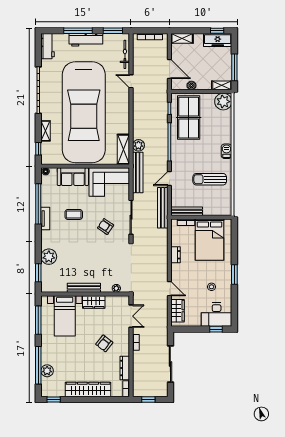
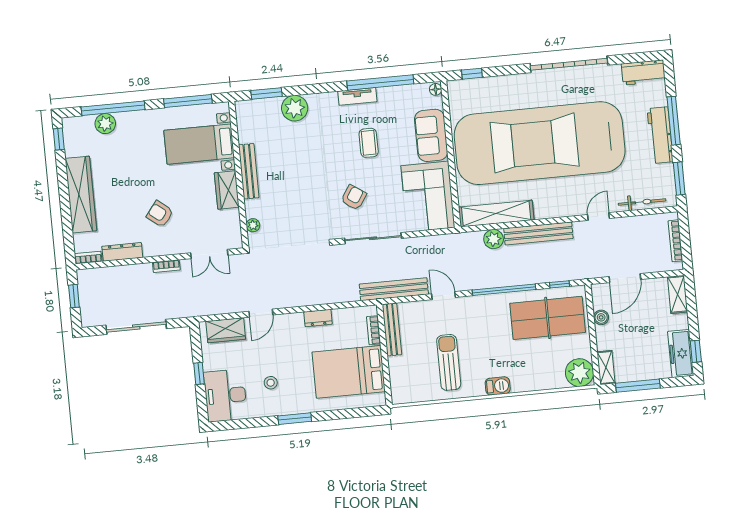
shelving: (46, 131) -> (503, 83), removed
shelving: (123, 149) -> (496, 214), width x1.47
bench: (138, 172) -> (538, 233), moved
window: (216, 329) -> (199, 373), moved

